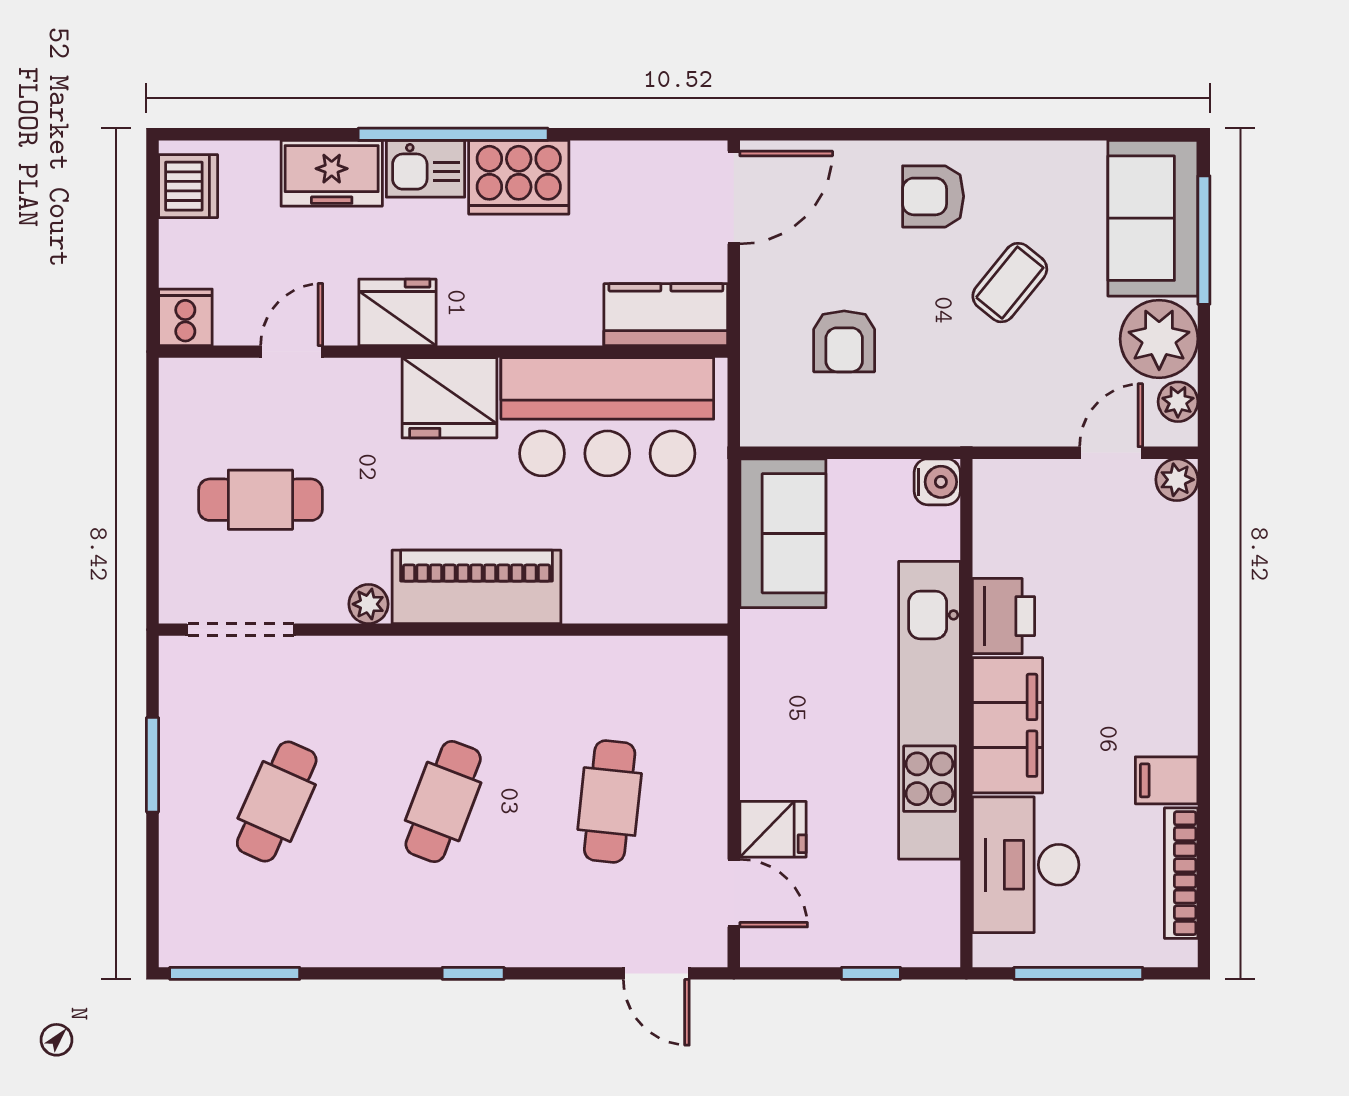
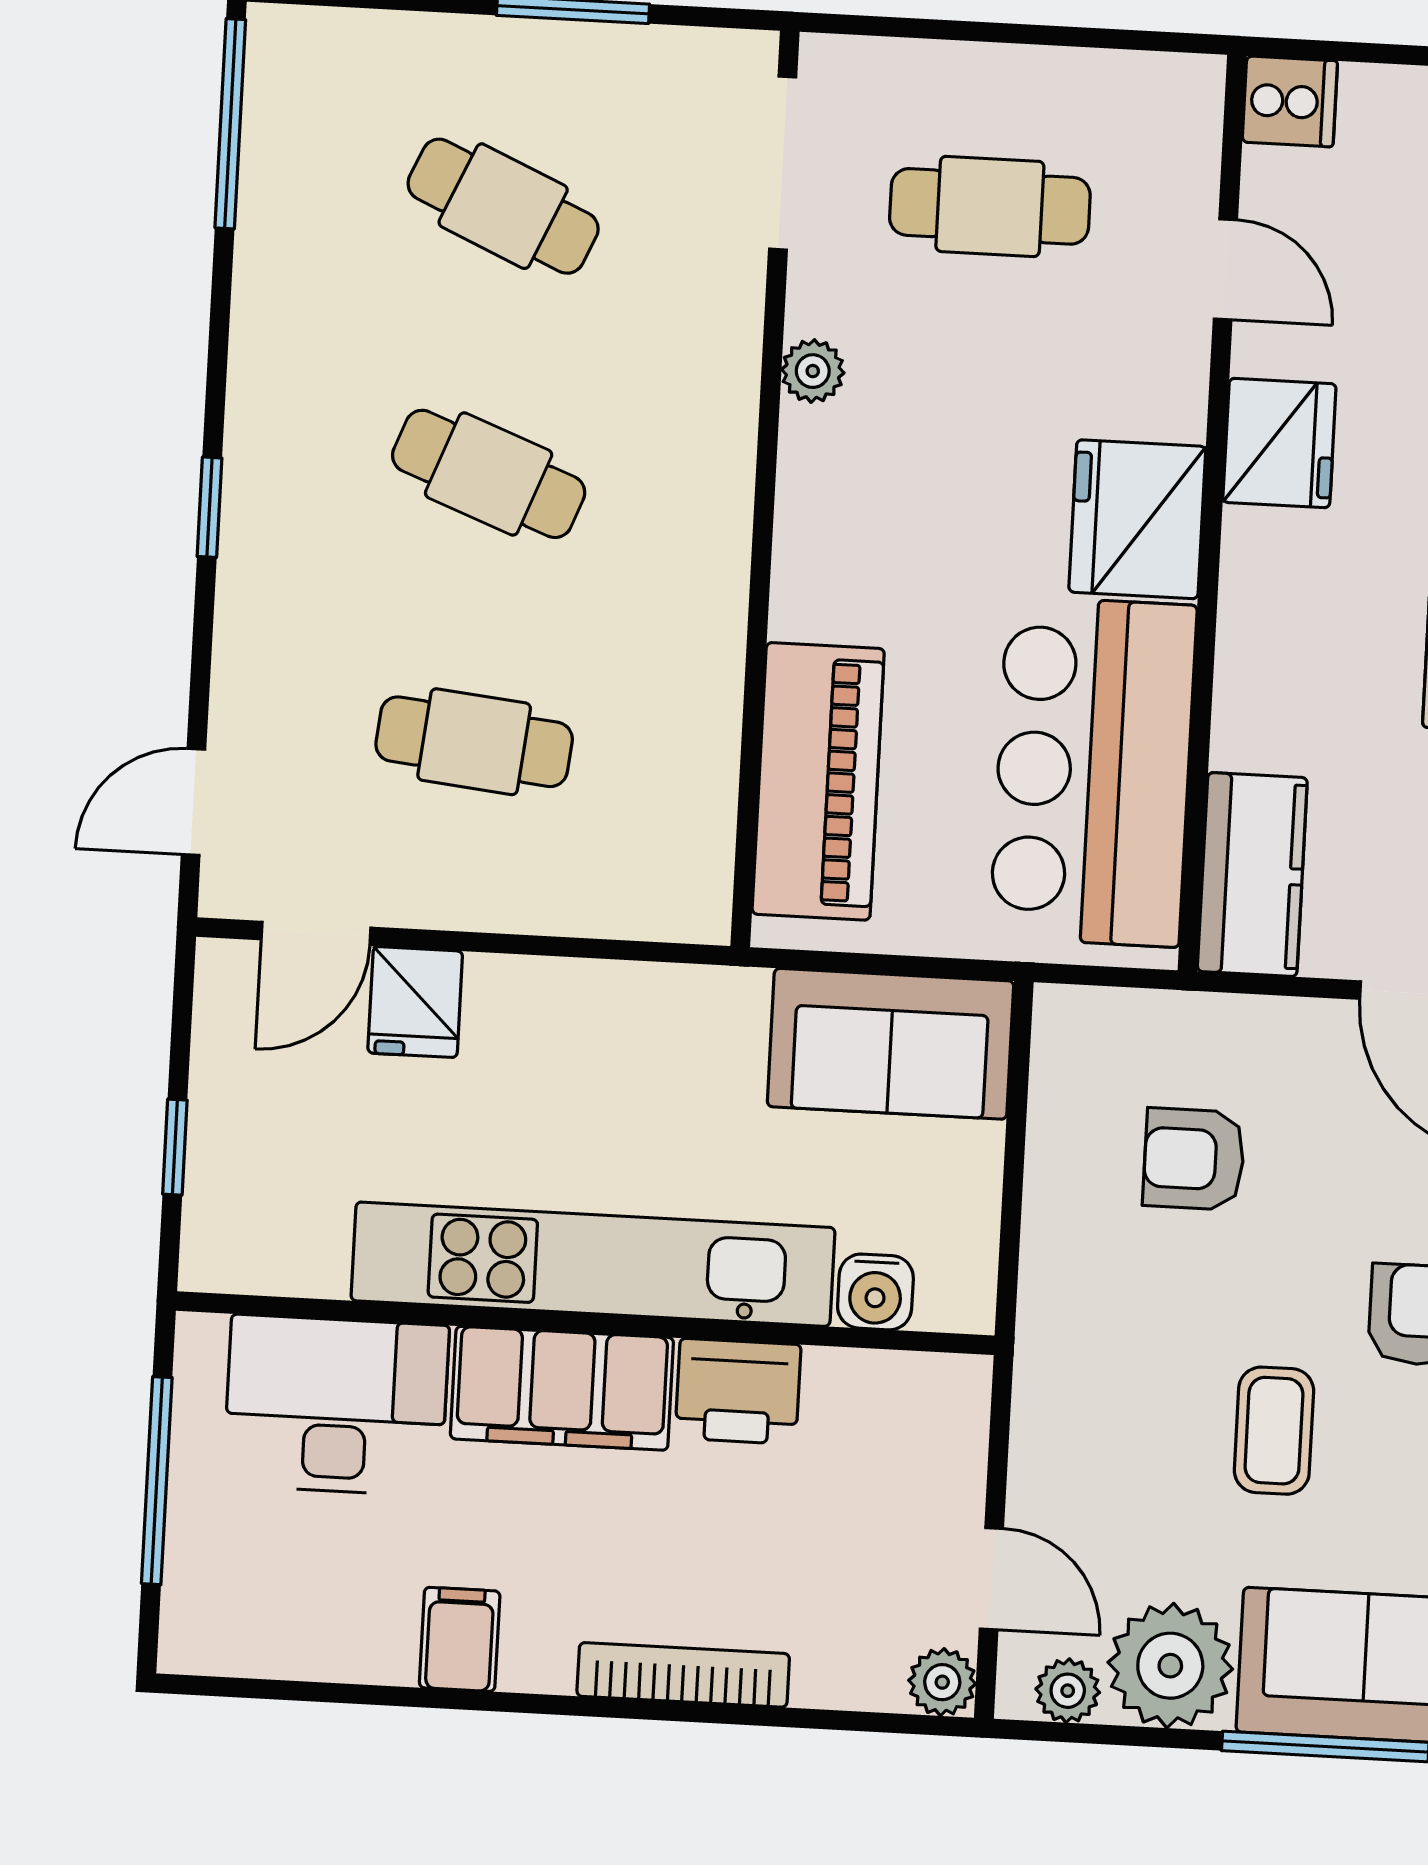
coffee table: (1010, 283) -> (1274, 1431), turned 51
water cooler: (937, 482) -> (875, 1292), moved
cafe table: (260, 500) -> (990, 206), turned 90
piano: (477, 587) -> (818, 781), moved
bookcase: (1181, 873) -> (683, 1675), moved

